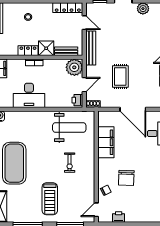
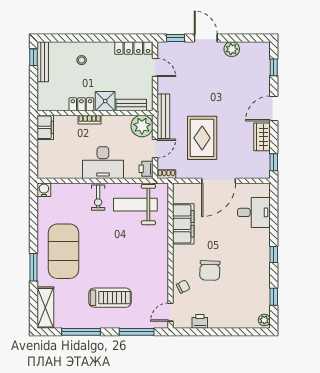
bench: (91, 48) -> (163, 116), moved
rug: (120, 76) -> (202, 138), width x1.36, depth x1.43
desk: (29, 95) -> (103, 163), moved
door: (133, 109) -> (219, 181), hinge flipped
weight bench: (69, 127) -> (135, 205), turned 180
exercise bike: (70, 163) -> (98, 198), moved
treadmill: (50, 199) -> (110, 298), turned -90

